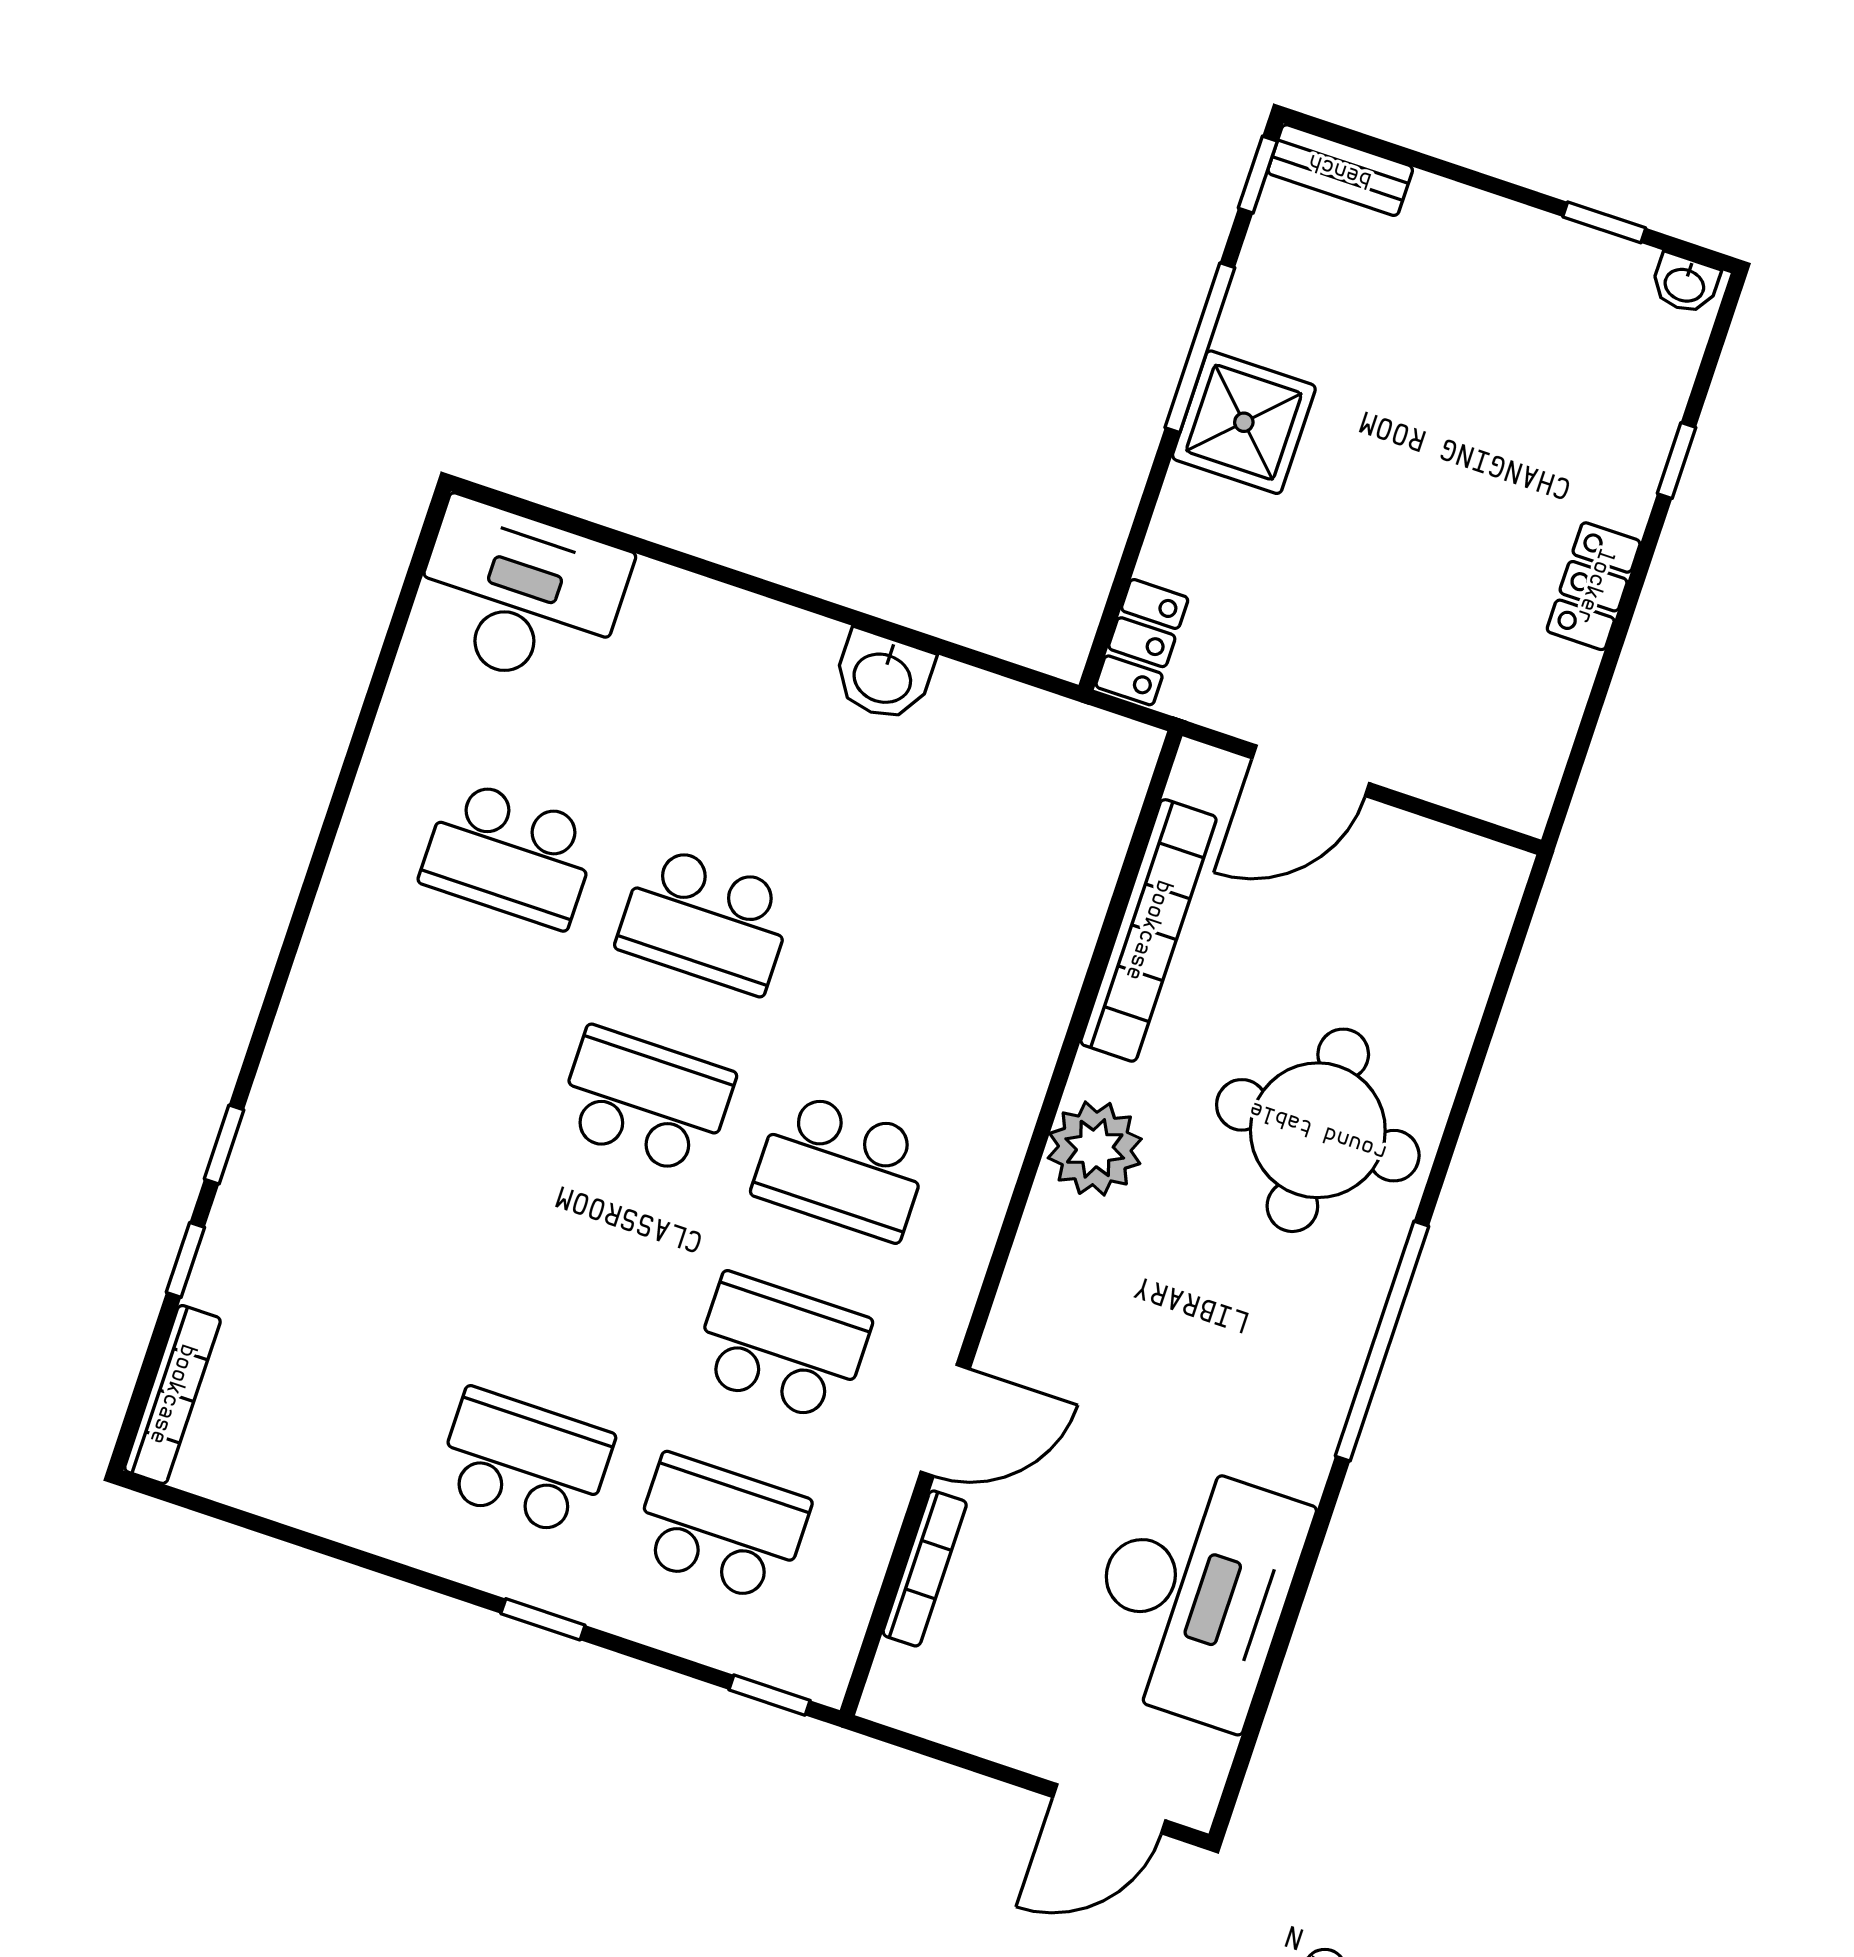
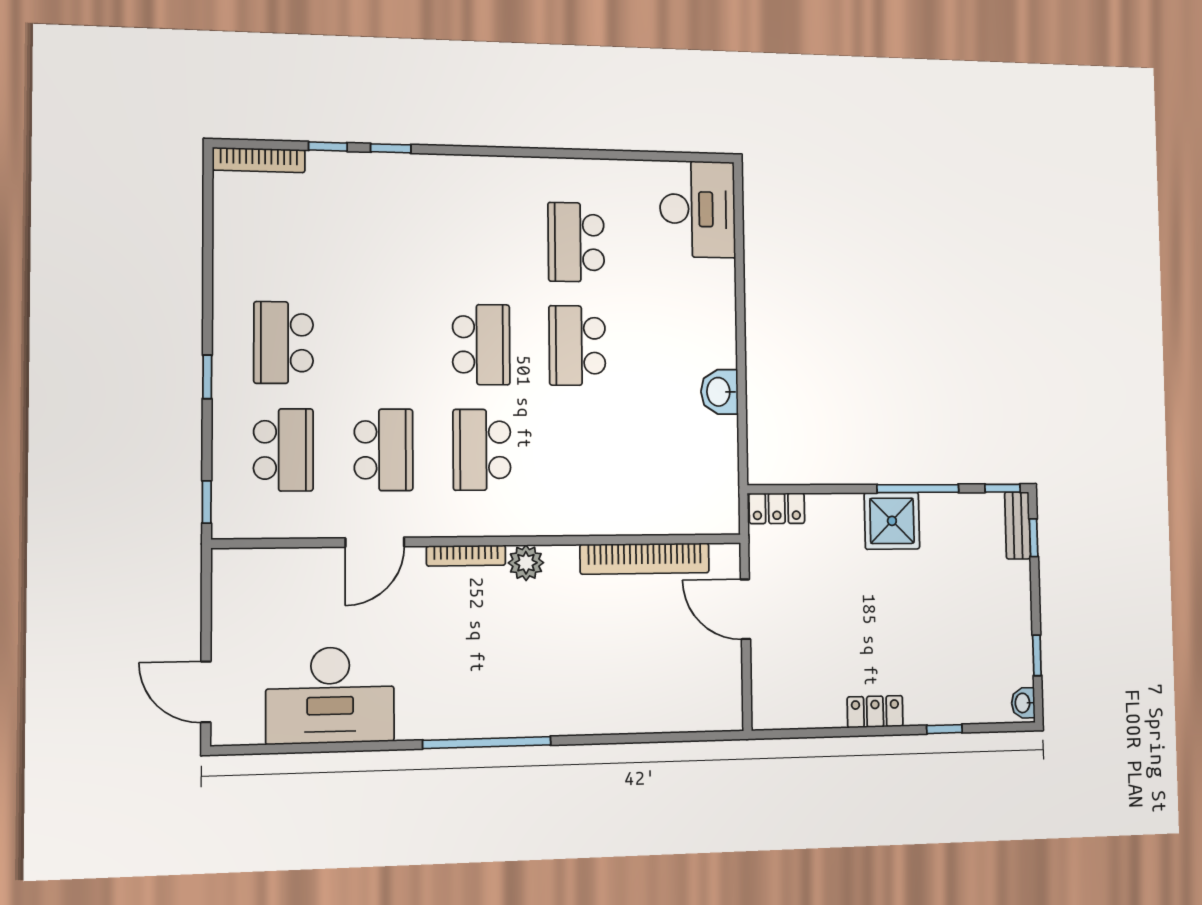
window: (1375, 146) -> (1034, 538), added
round table: (1318, 1130) -> (578, 674), removed
plant: (1095, 1148) -> (526, 563), width x0.73, depth x0.73
door: (945, 1420) -> (375, 542), hinge flipped
school desk: (524, 1462) -> (283, 343), turned 180
bookcase: (925, 1568) -> (466, 556), moved

